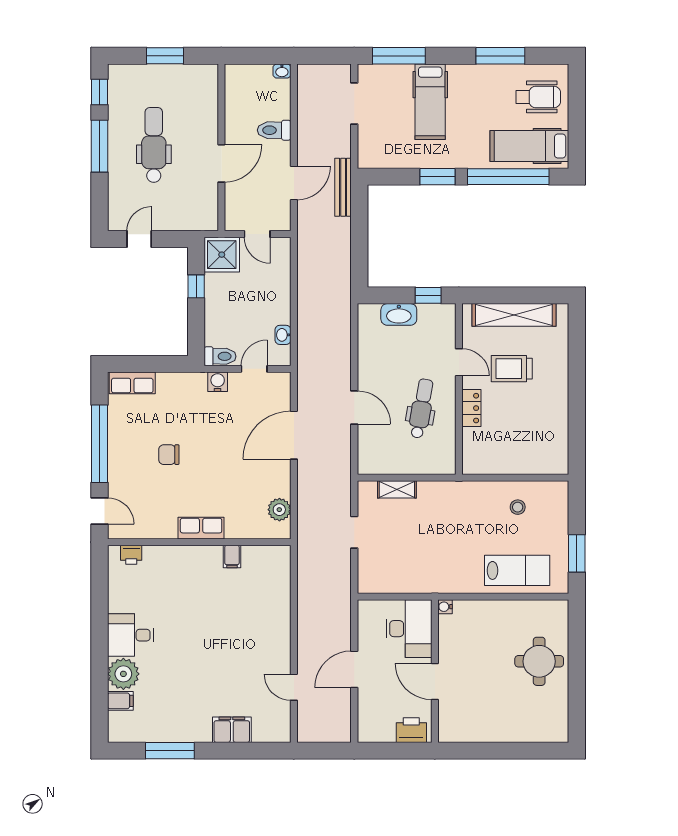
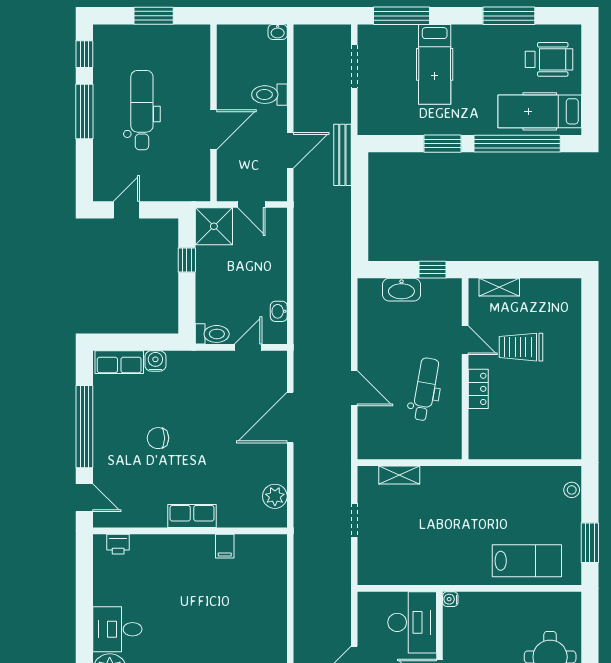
shelving: (514, 315) -> (499, 287), width x0.45, depth x0.75
water cooler: (218, 382) -> (155, 361), moved
stool: (518, 507) -> (572, 490), moved

